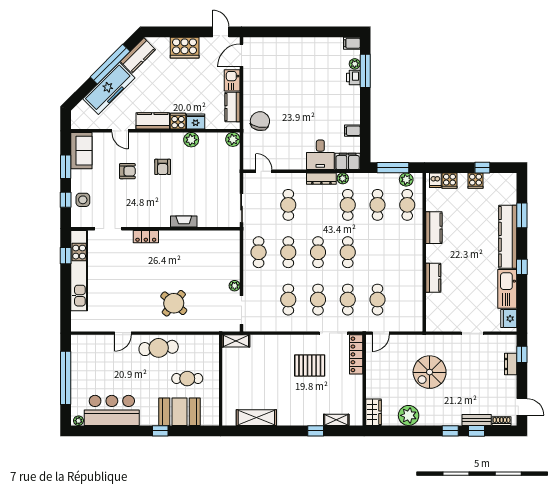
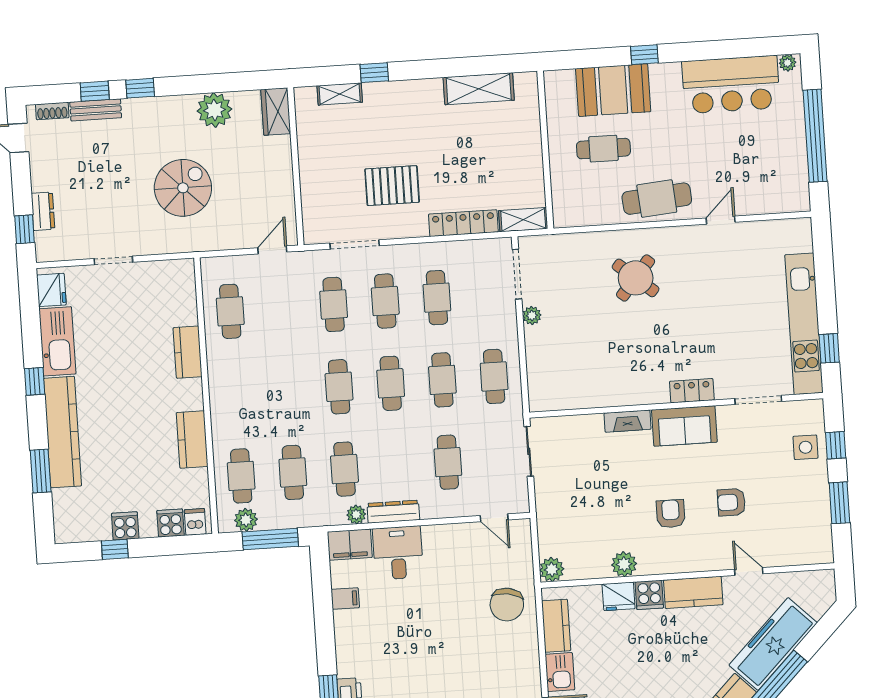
sofa: (81, 151) -> (684, 426), moved, turned -90
cafe table: (377, 300) -> (230, 311), moved
locker: (356, 354) -> (463, 223), moved, turned -90

